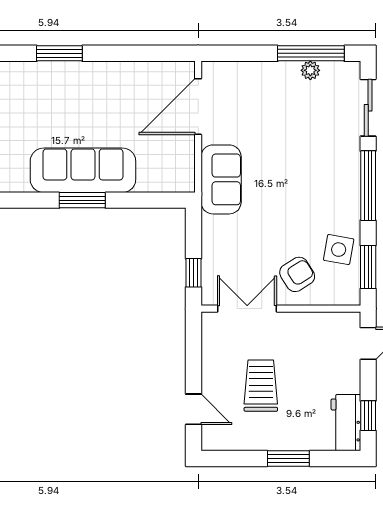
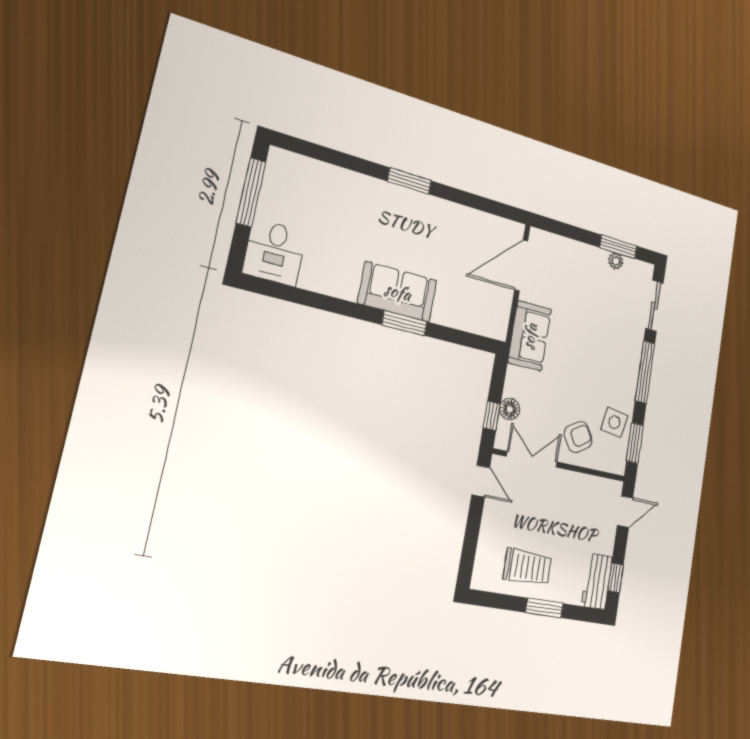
window: (311, 53) -> (618, 247), width x0.69
sofa: (83, 170) -> (398, 292), width x0.73
floor lamp: (212, 262) -> (510, 409), added
trolley: (261, 386) -> (527, 567), moved, turned 90
door: (194, 409) -> (481, 481), moved

